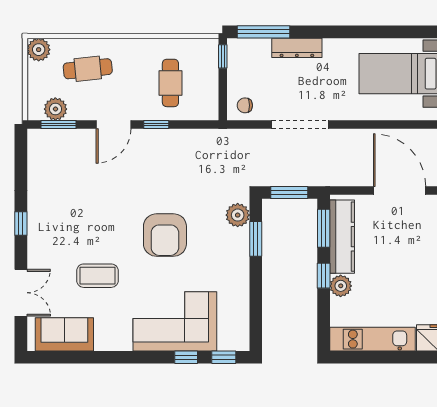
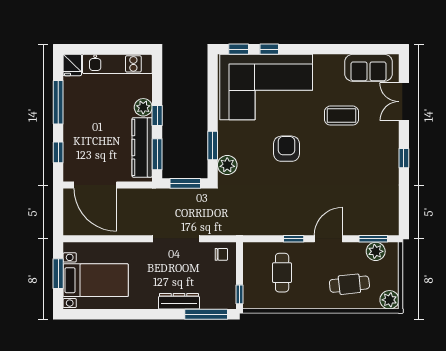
armchair: (165, 235) -> (286, 149), width x0.73, depth x0.73
corner sofa: (175, 321) -> (266, 87), width x1.36, depth x1.36

